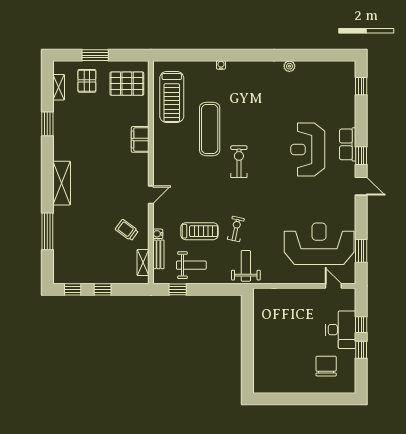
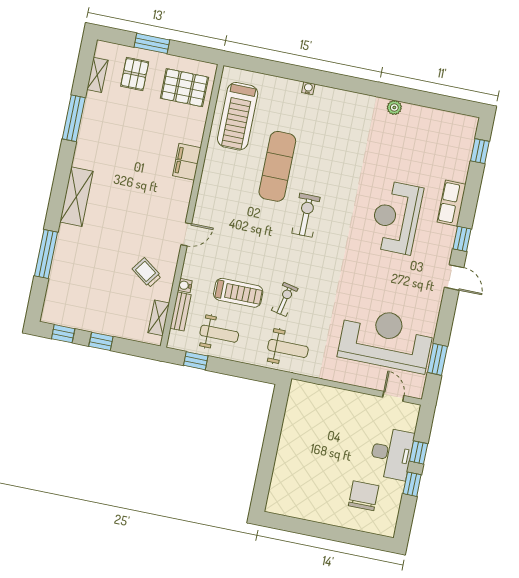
window: (47, 124) -> (74, 118), width x1.44
row of seats: (348, 144) -> (452, 203), moved
weight bench: (246, 266) -> (288, 348), turned 90

